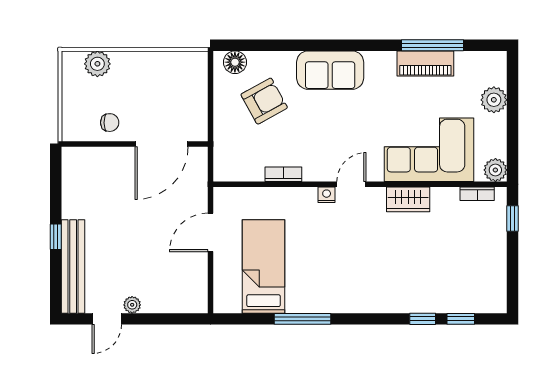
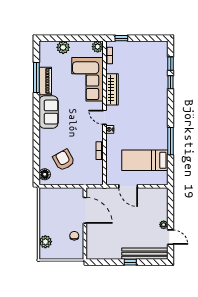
sofa: (330, 70) -> (49, 112), moved
wardrobe: (408, 199) -> (112, 89), width x1.50

